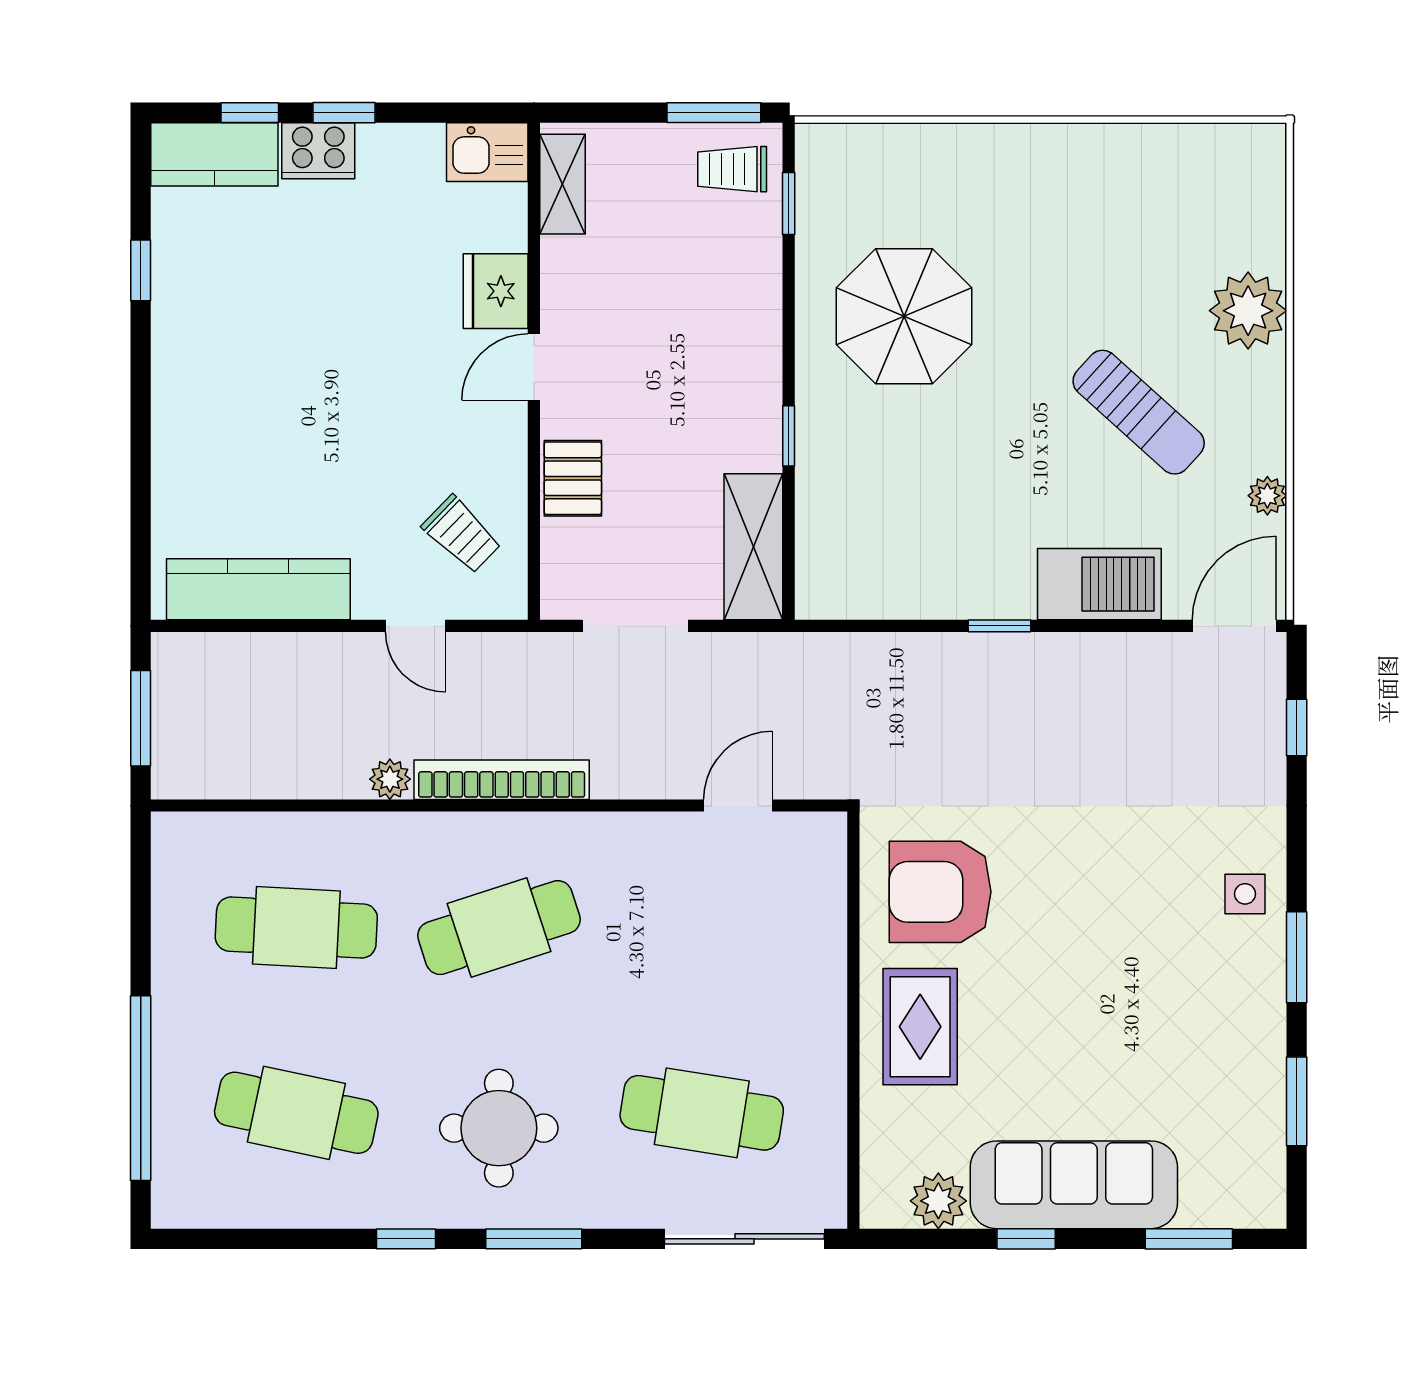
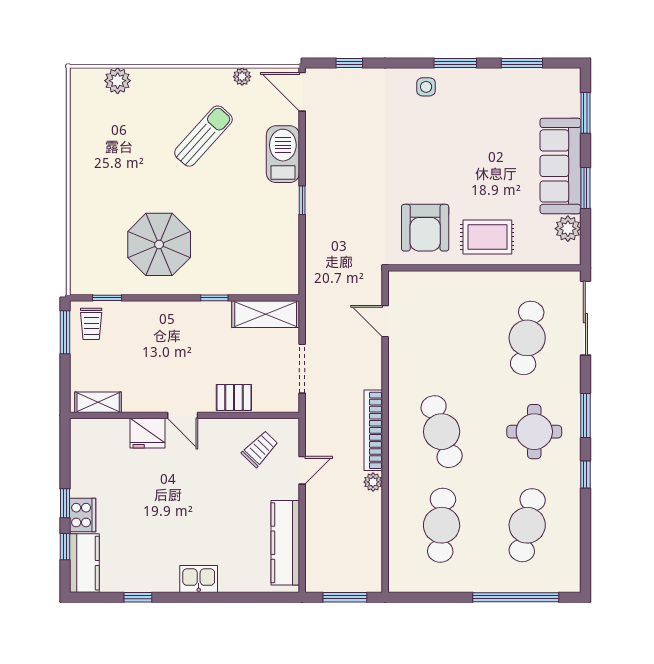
kitchen sink: (487, 152) -> (199, 579), moved, turned -90
plant: (1248, 311) -> (118, 81), moved, width x0.73, depth x0.73
window: (1026, 1239) -> (585, 188), width x1.50

